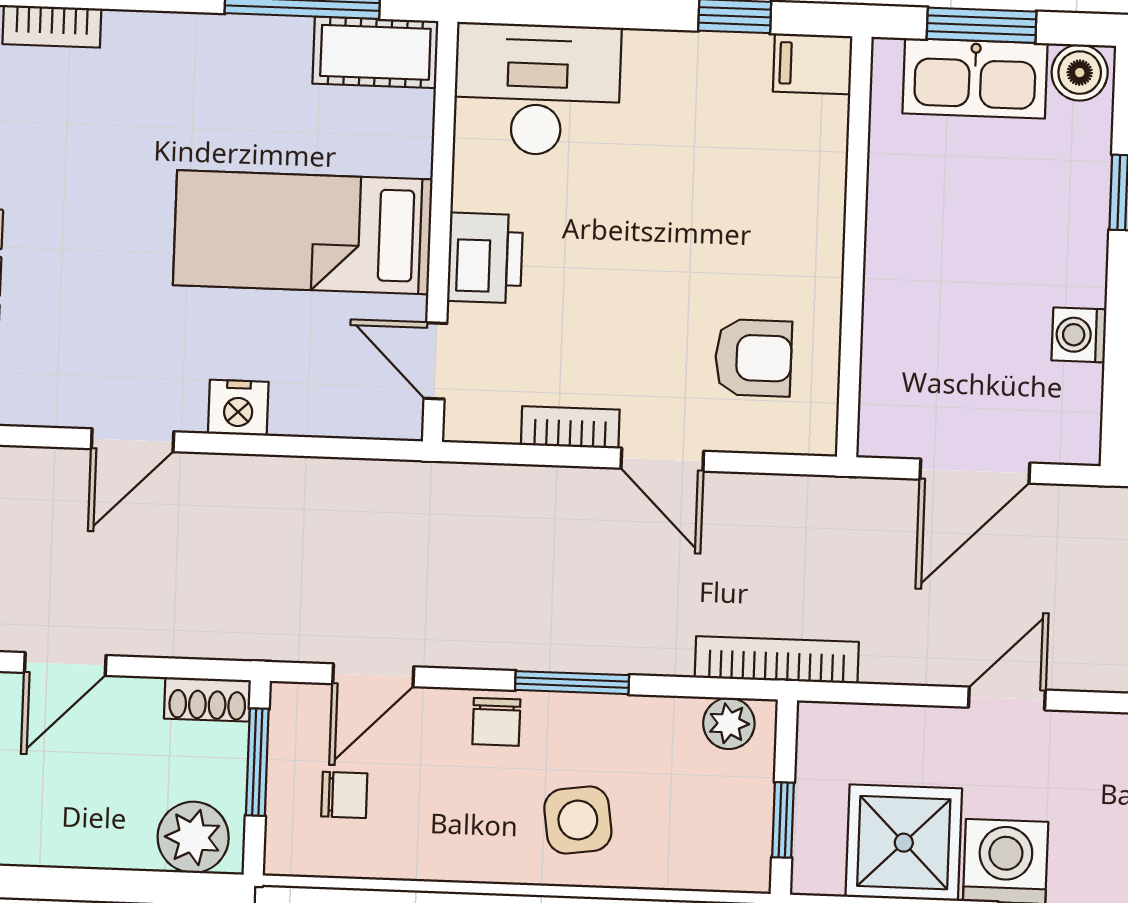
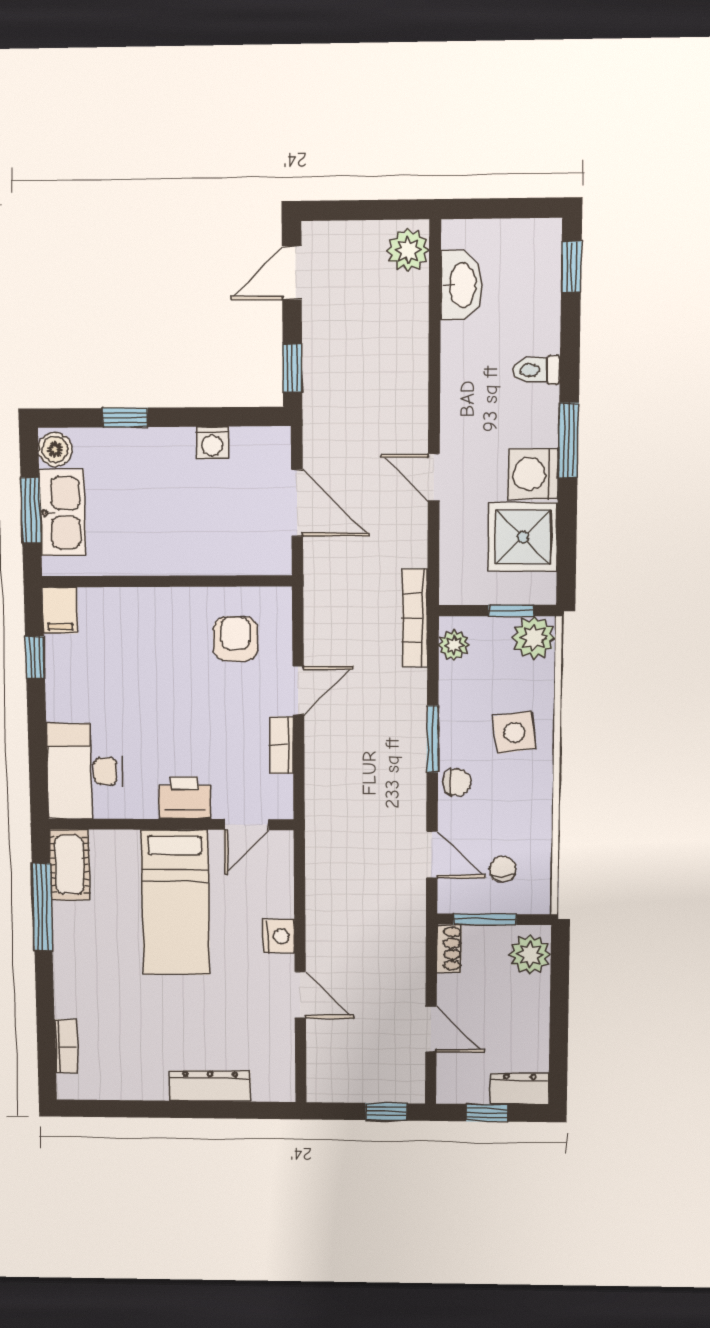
plant: (736, 856) -> (534, 638), added

